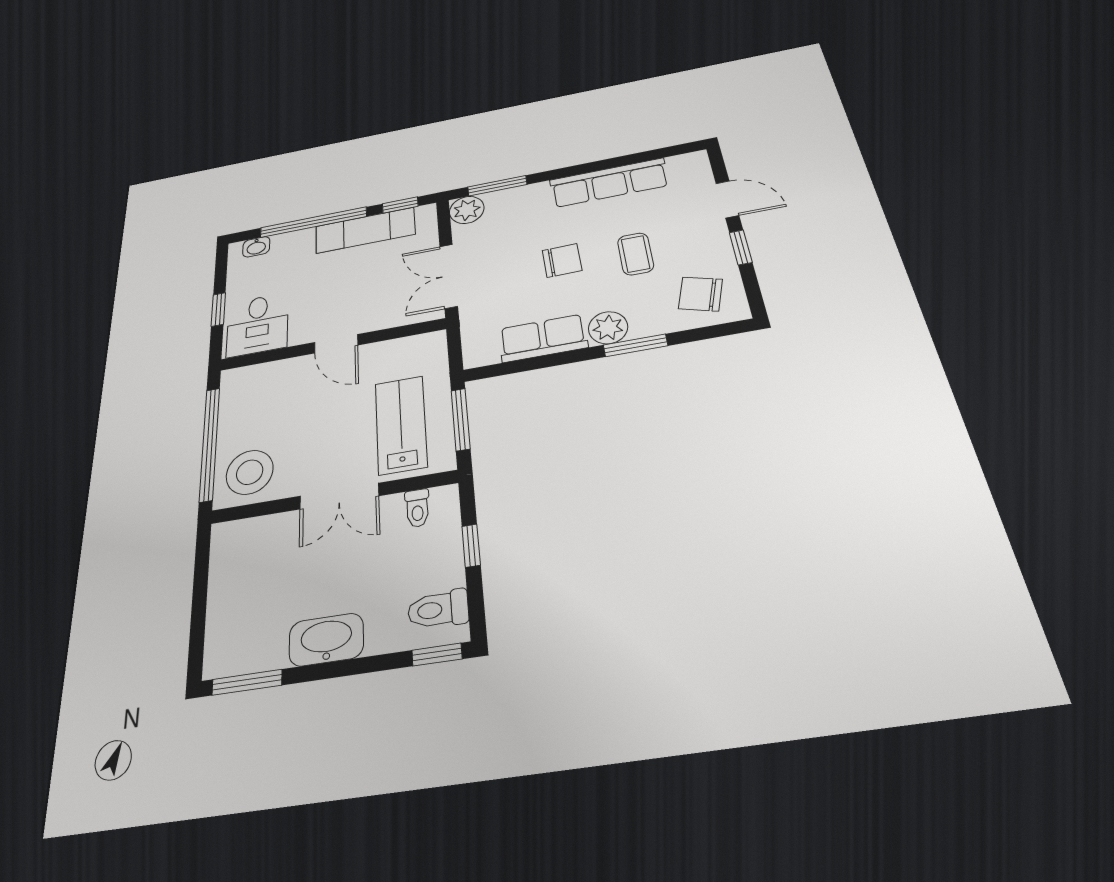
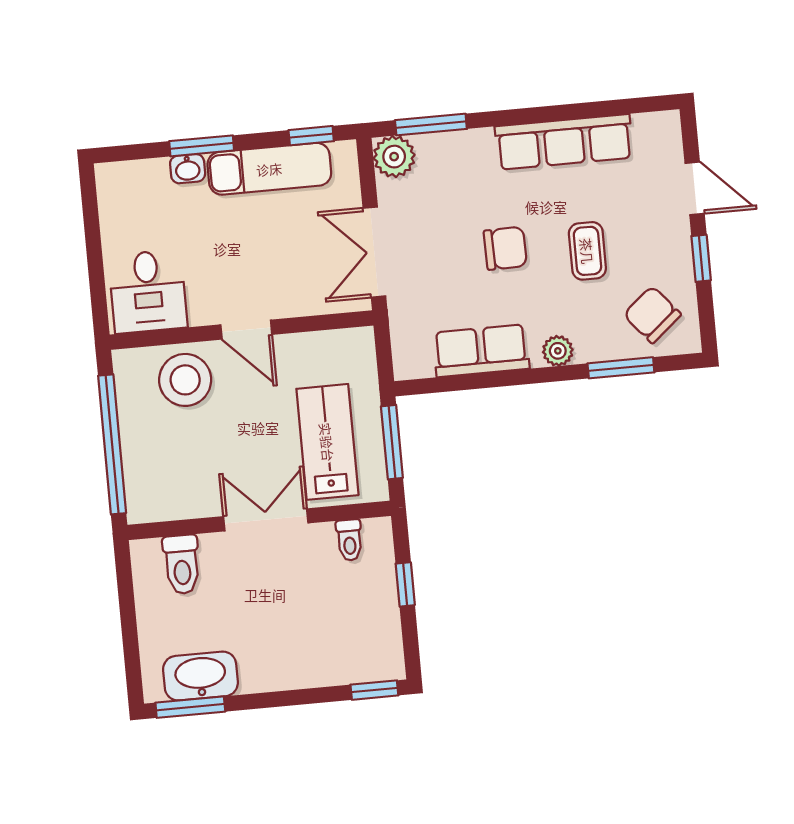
window: (313, 222) -> (202, 146), width x0.47
washbasin: (256, 247) -> (188, 169), moved
chair: (700, 294) -> (652, 315), turned 33
window: (218, 309) -> (95, 263), removed
plant: (608, 328) -> (558, 351), width x0.73, depth x0.73
window: (635, 345) -> (621, 368), moved
stool: (250, 472) -> (185, 380), moved
double door: (339, 496) -> (266, 520), swing flipped
toilet: (438, 609) -> (182, 564), moved, turned -90
washbasin: (326, 640) -> (200, 676), moved

